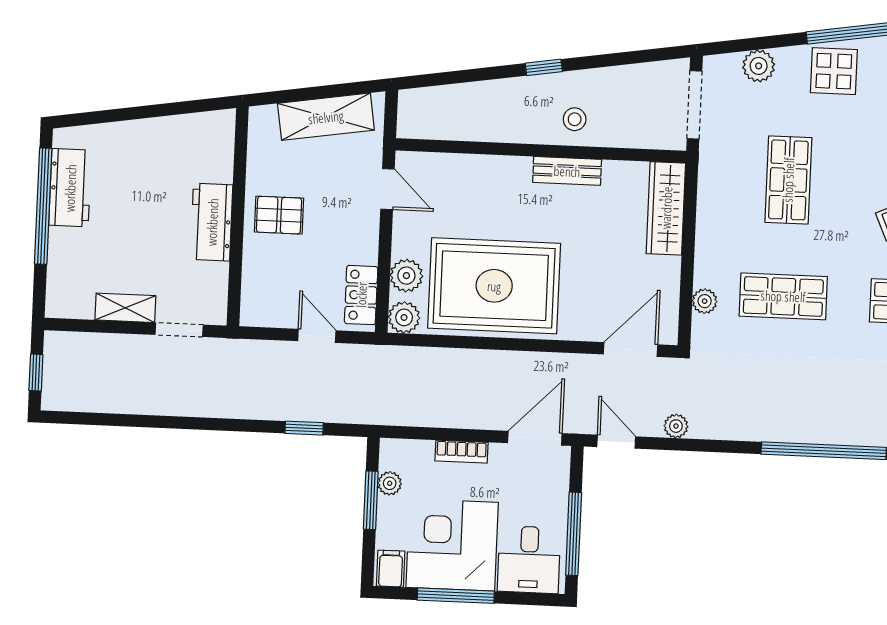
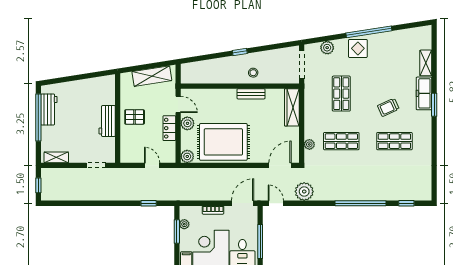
plant: (406, 276) -> (187, 123), moved
locker: (361, 295) -> (169, 128), moved
shelving: (125, 308) -> (56, 157), moved
plant: (676, 426) -> (304, 191), width x1.87, depth x1.87

